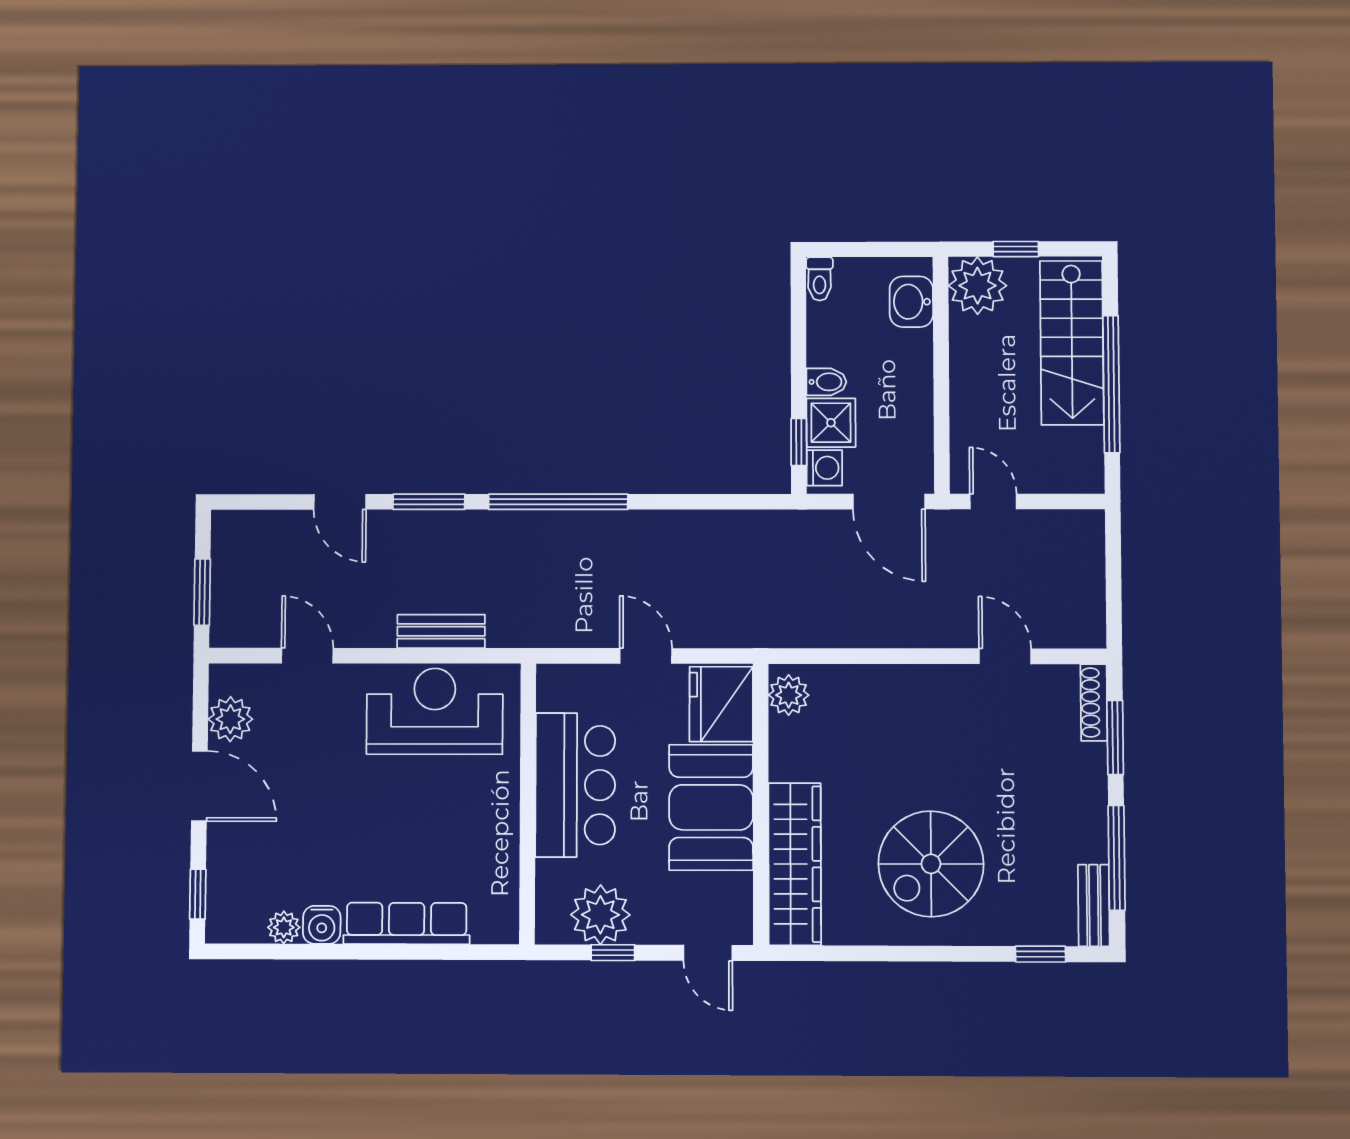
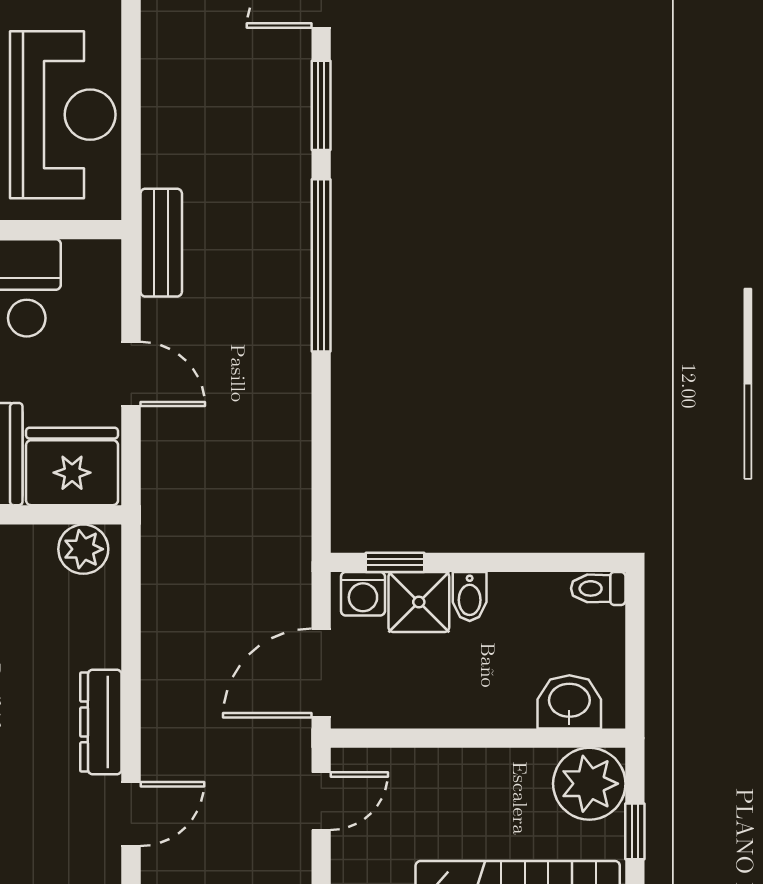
bench: (441, 631) -> (161, 243), moved
door: (646, 656) -> (131, 374), hinge flipped
dresser: (930, 681) -> (101, 722), added

